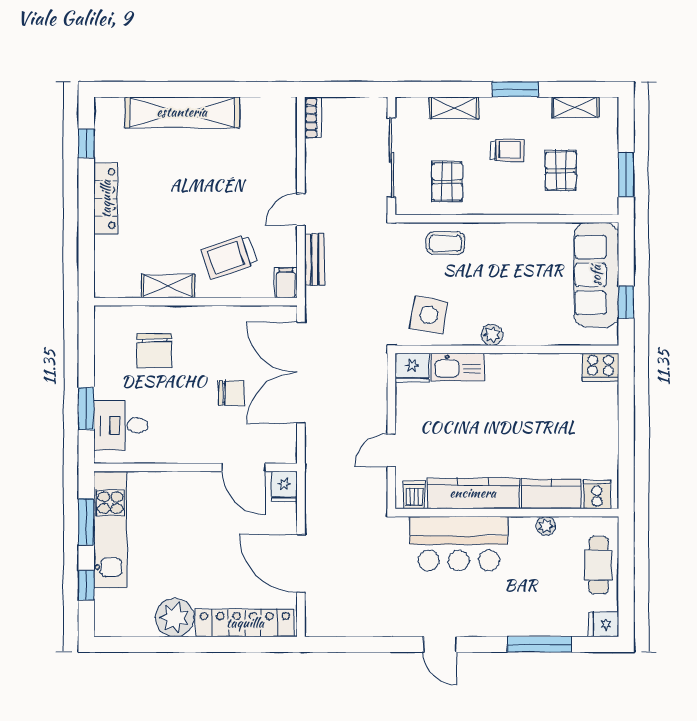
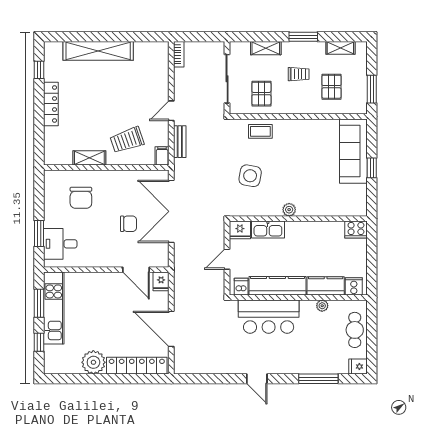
plant: (492, 335) -> (289, 210), moved
wall: (507, 349) -> (298, 219), moved
kitchen sink: (458, 367) -> (268, 230), moved
cooker: (601, 367) -> (356, 230), moved
fridge: (412, 368) -> (240, 230), moved

